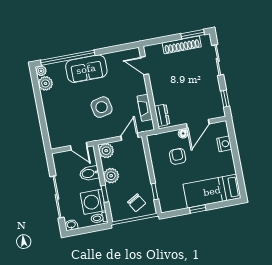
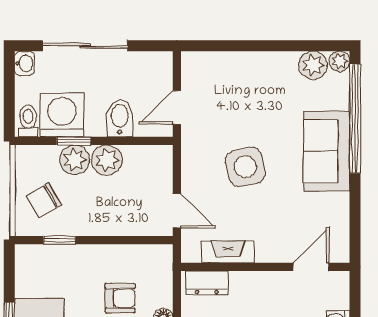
plant: (106, 151) -> (75, 160), moved

